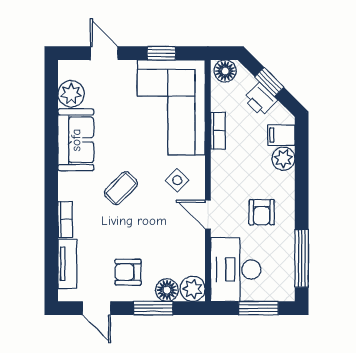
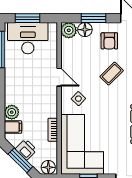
window: (269, 82) -> (20, 160), width x1.50
coffee table: (121, 188) -> (112, 74), moved
armchair: (262, 212) -> (25, 78), removed
desk: (236, 269) -> (28, 38), moved, turned -90
armchair: (128, 272) -> (109, 41), turned 90

